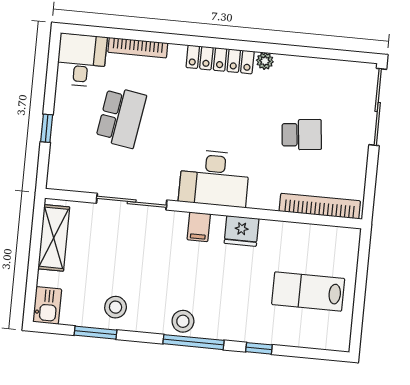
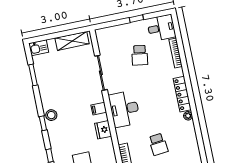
school desk: (121, 117) -> (140, 55), width x0.54
window: (47, 128) -> (136, 19), moved
stool: (116, 307) -> (48, 81), removed
window: (194, 342) -> (43, 123), width x0.46

